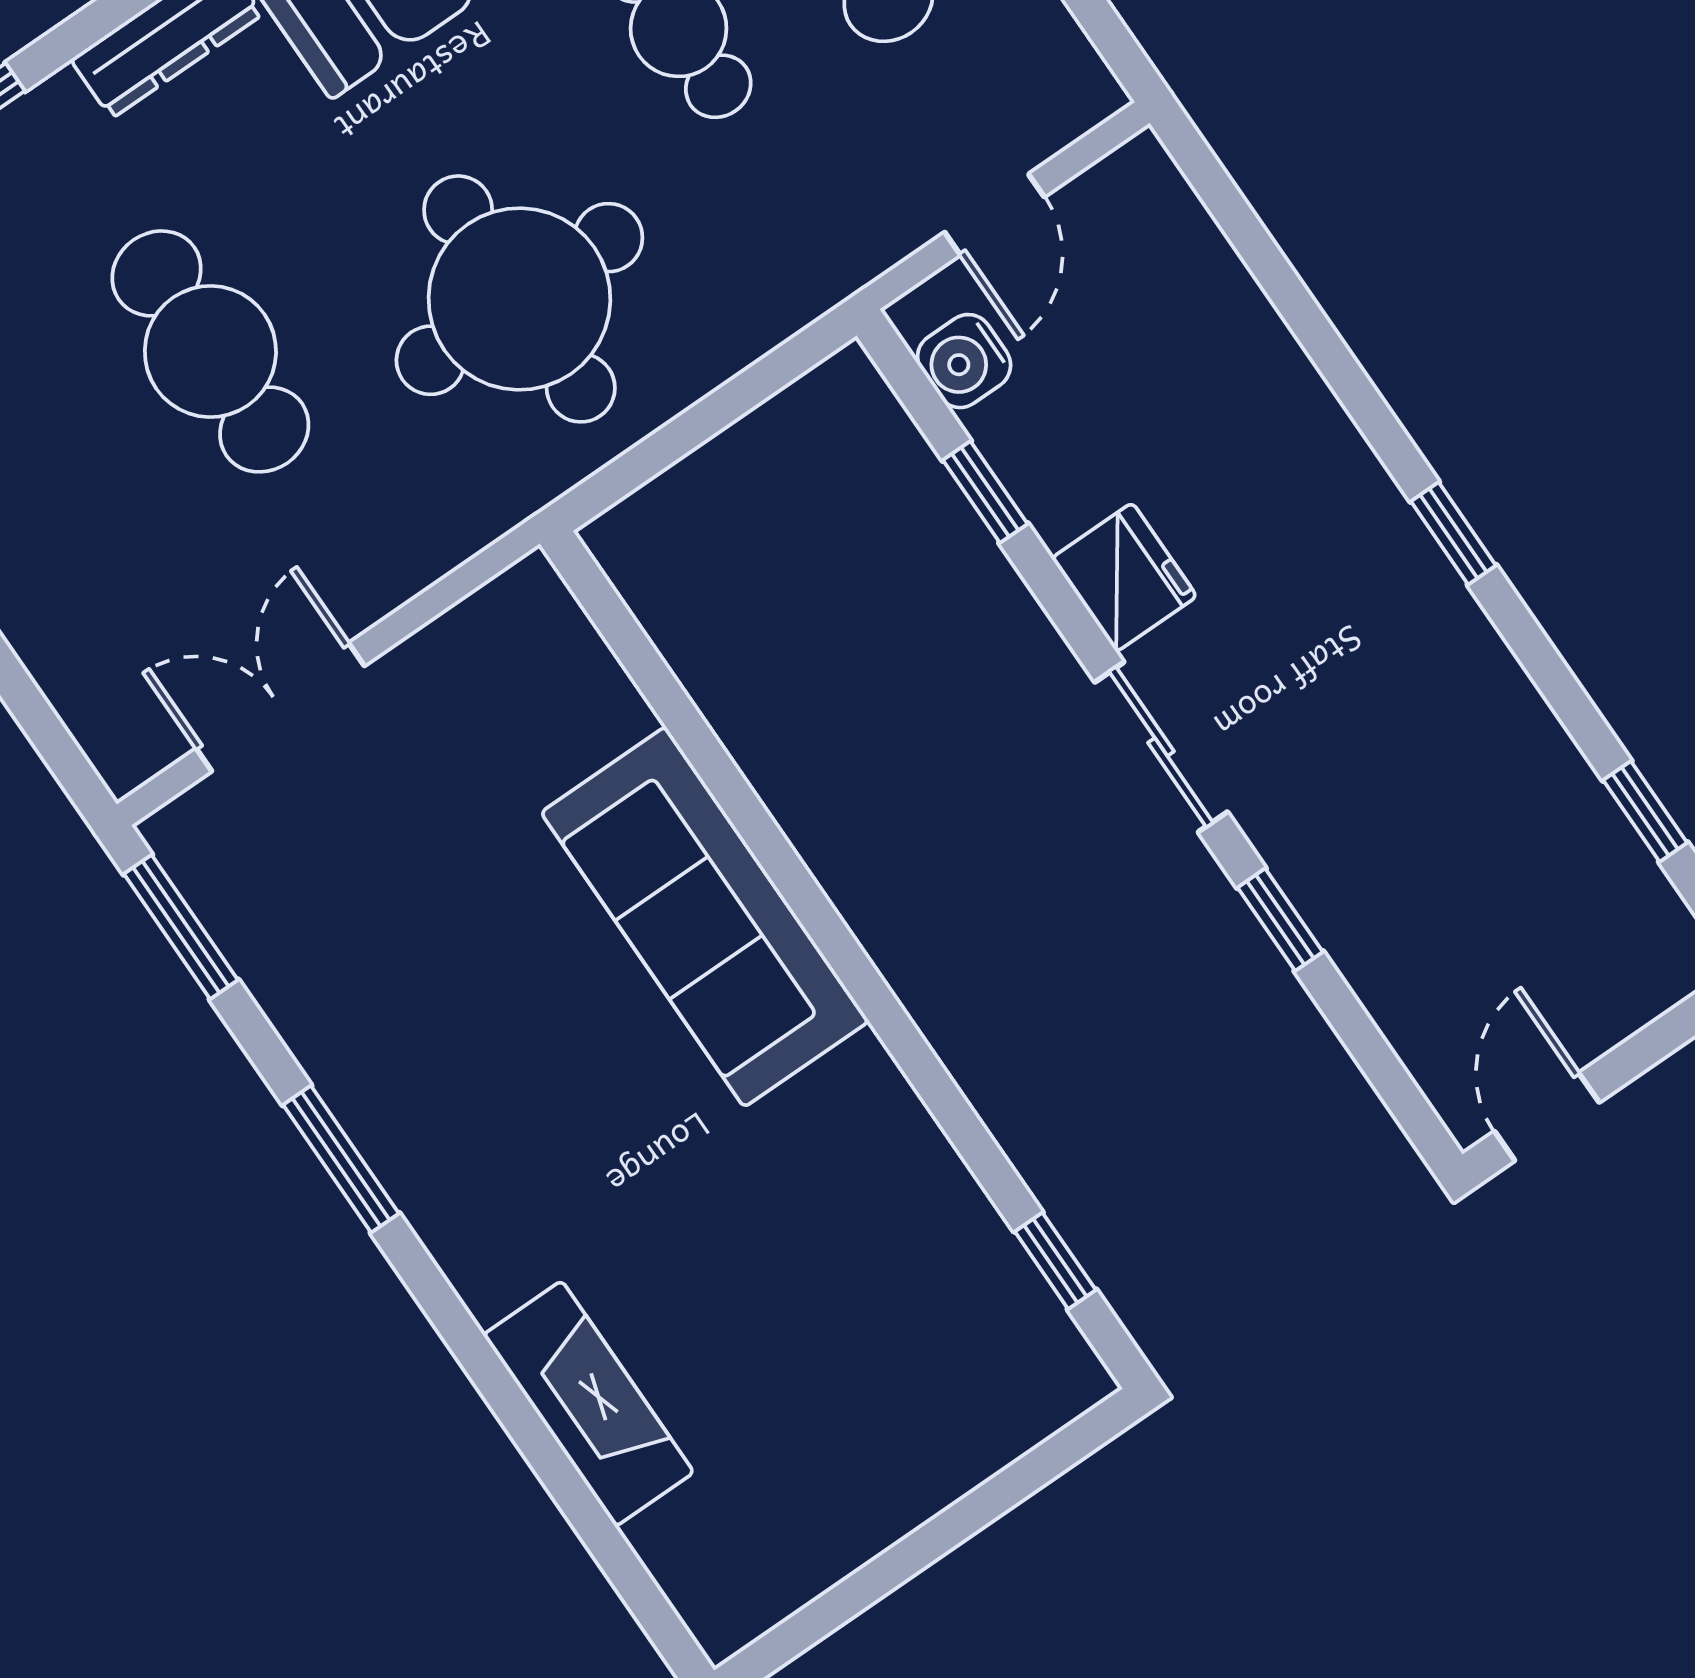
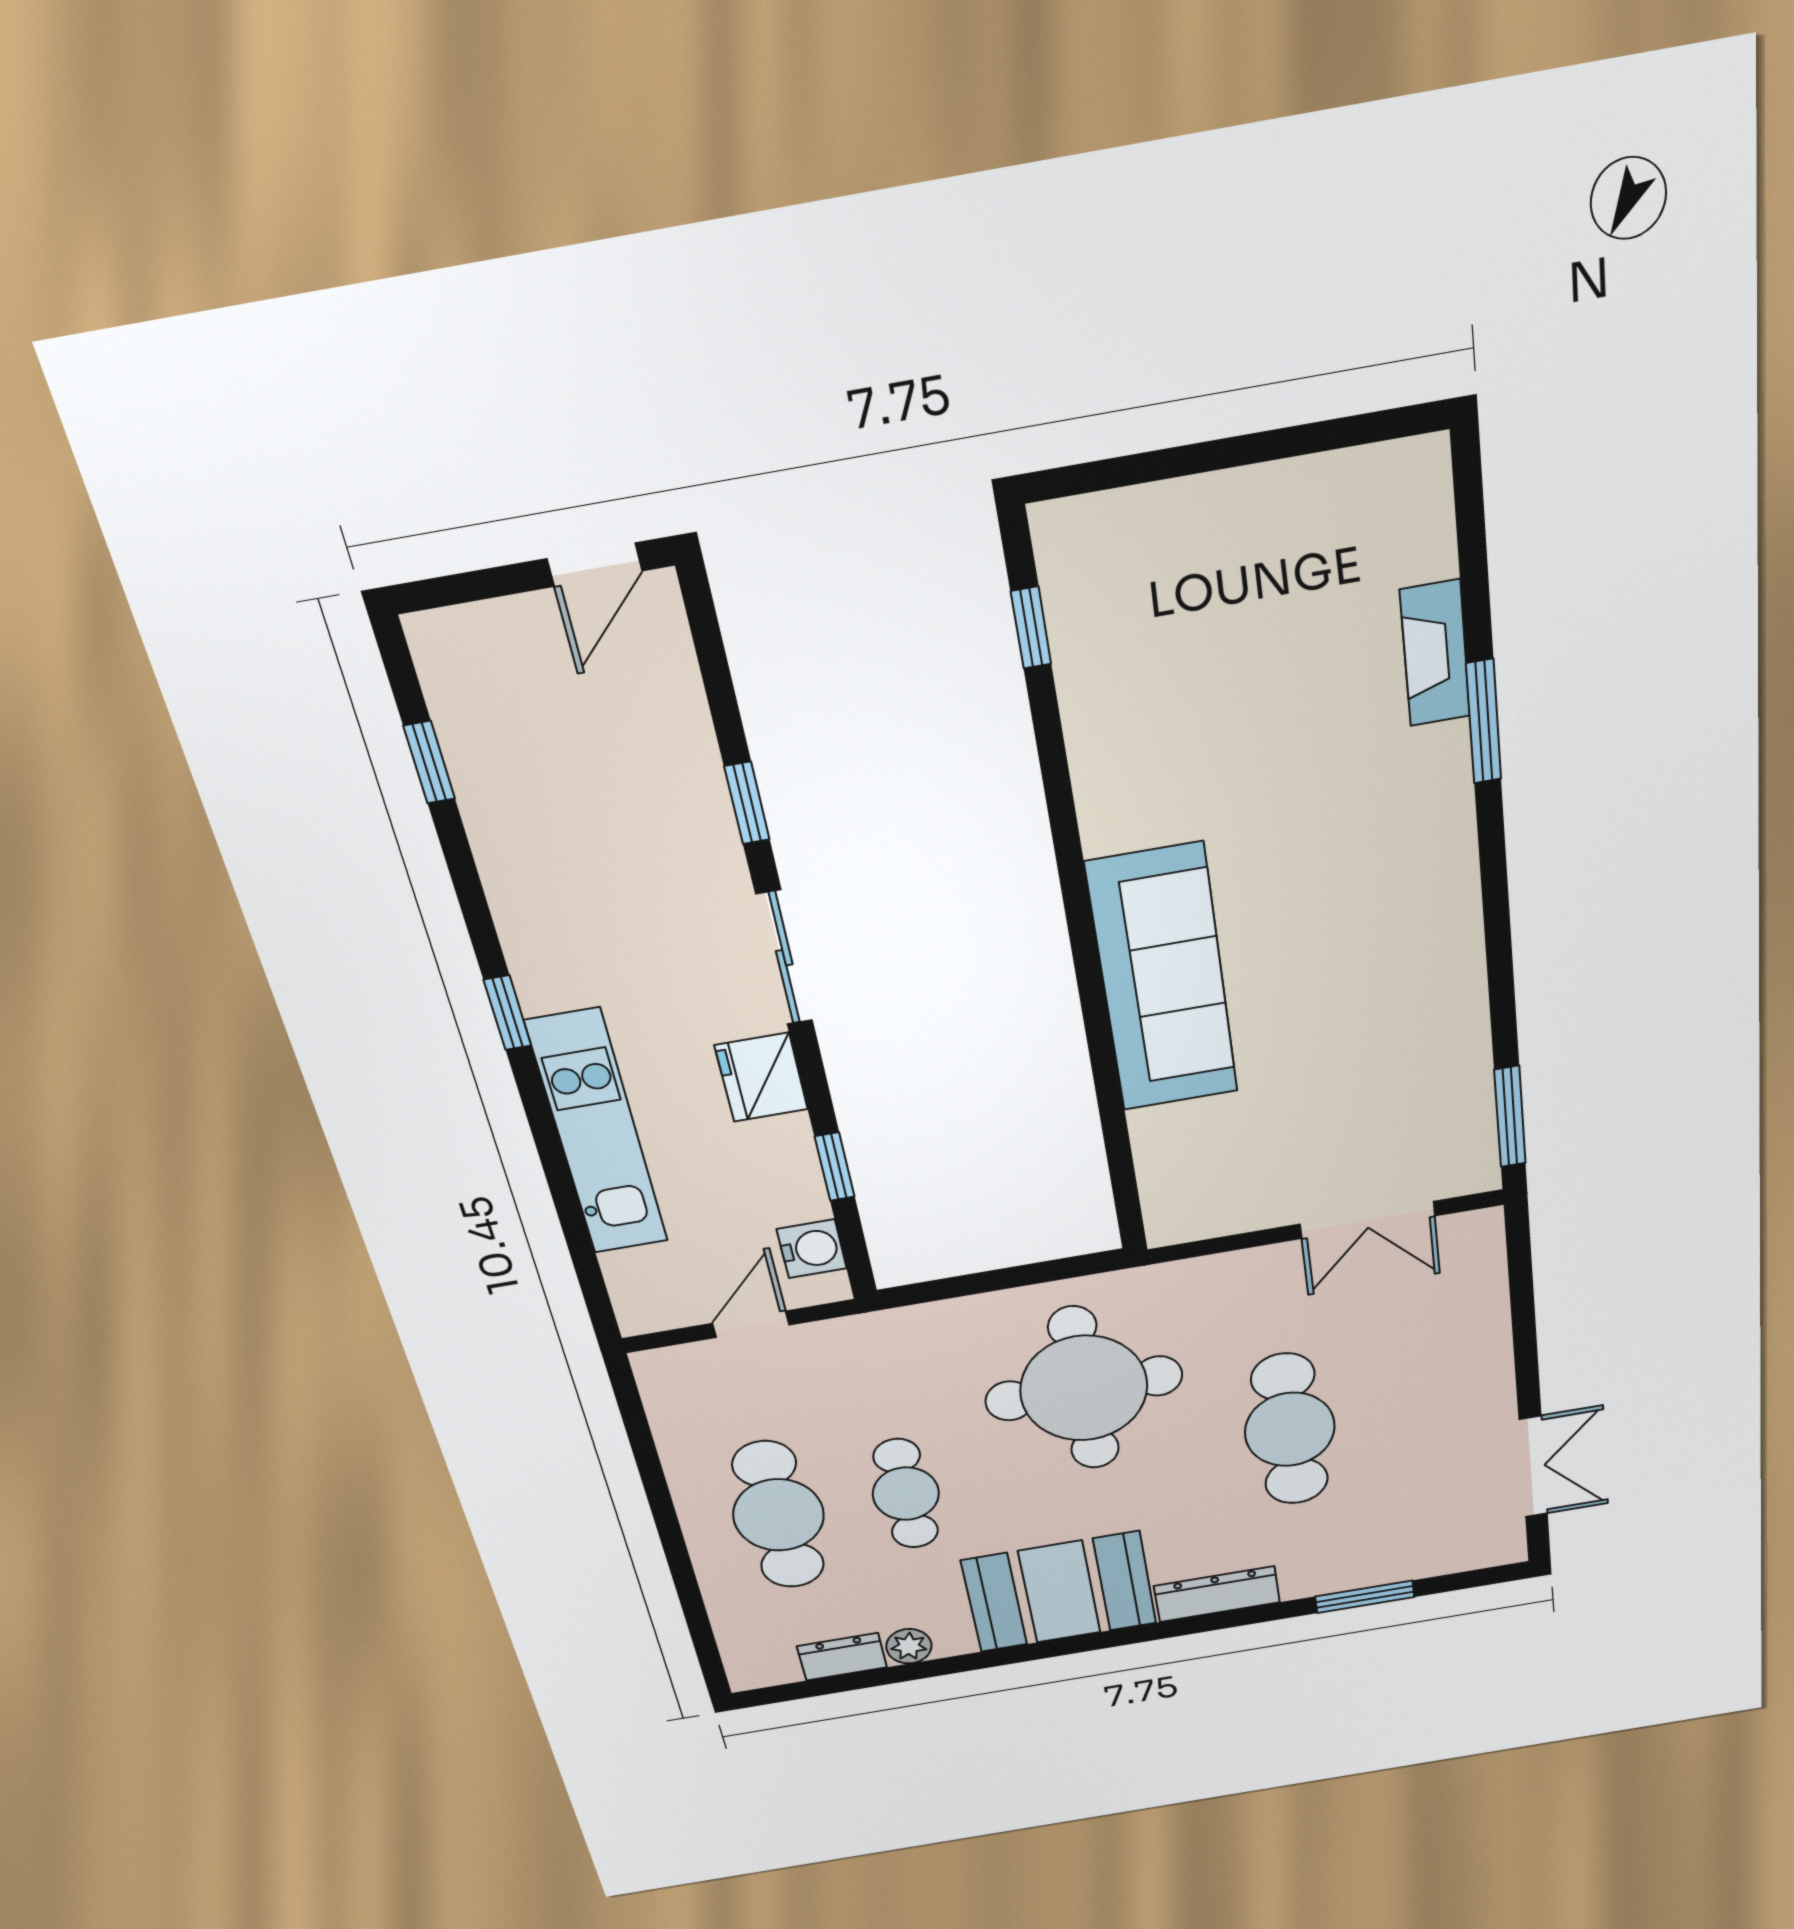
kitchen unit: (1290, 414) -> (597, 1133), added
window: (341, 1159) -> (1484, 722), moved
fireplace: (588, 1404) -> (1435, 653), width x0.73, depth x0.76

